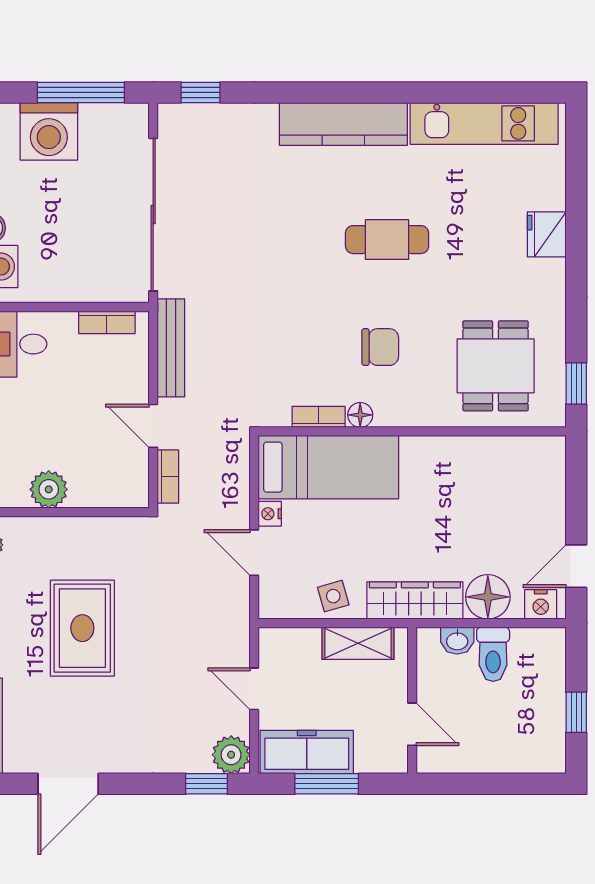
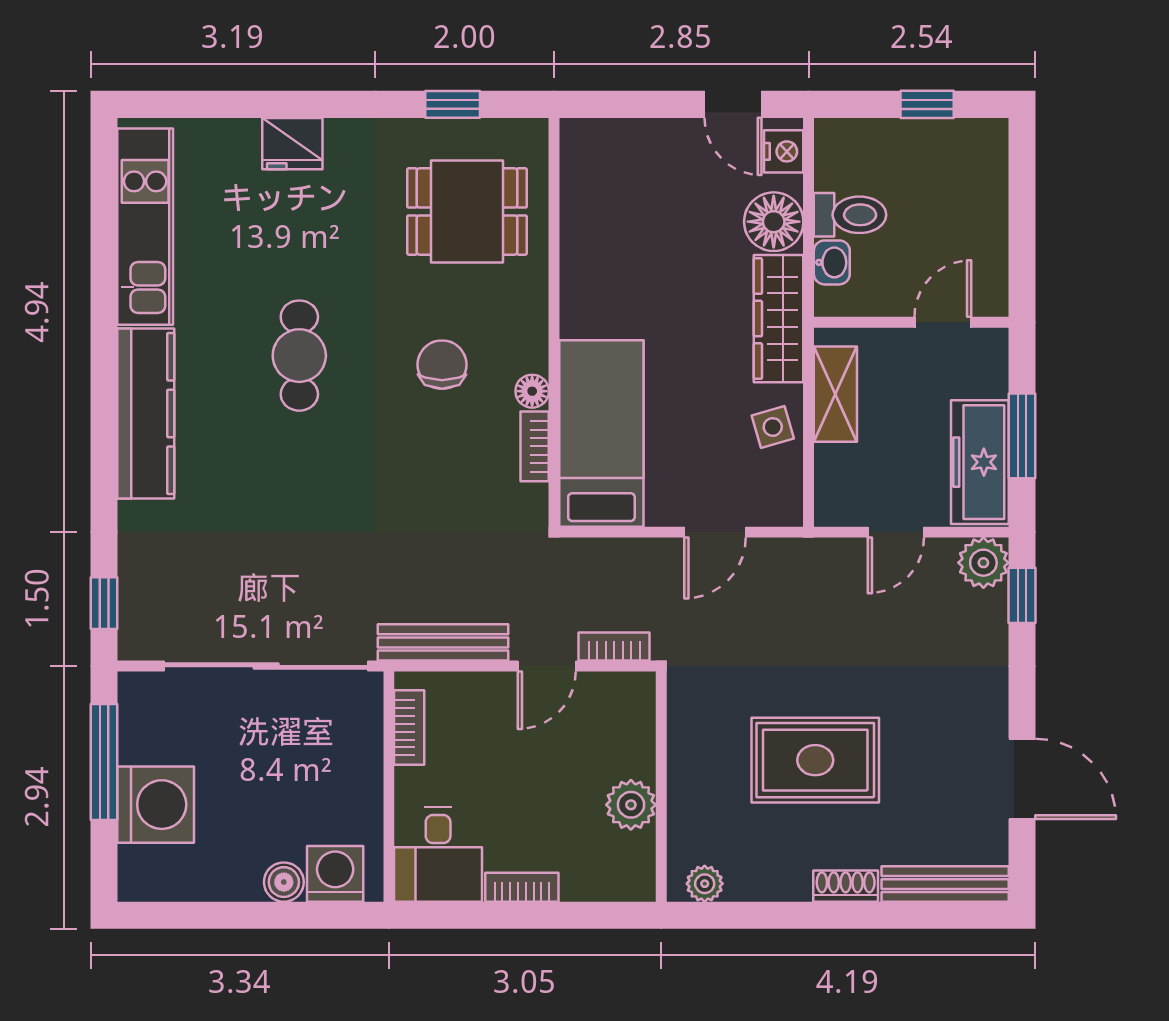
window: (576, 384) -> (453, 104), moved
nightstand: (270, 514) -> (663, 511), removed

